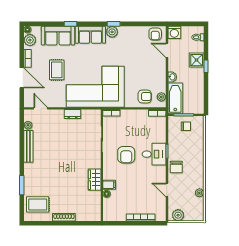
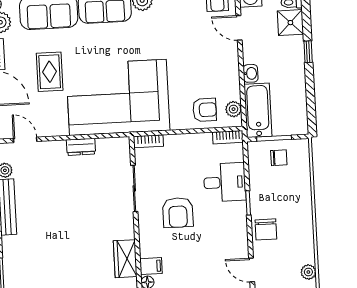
shower: (197, 60) -> (290, 23), moved
desk: (154, 154) -> (225, 182), moved

